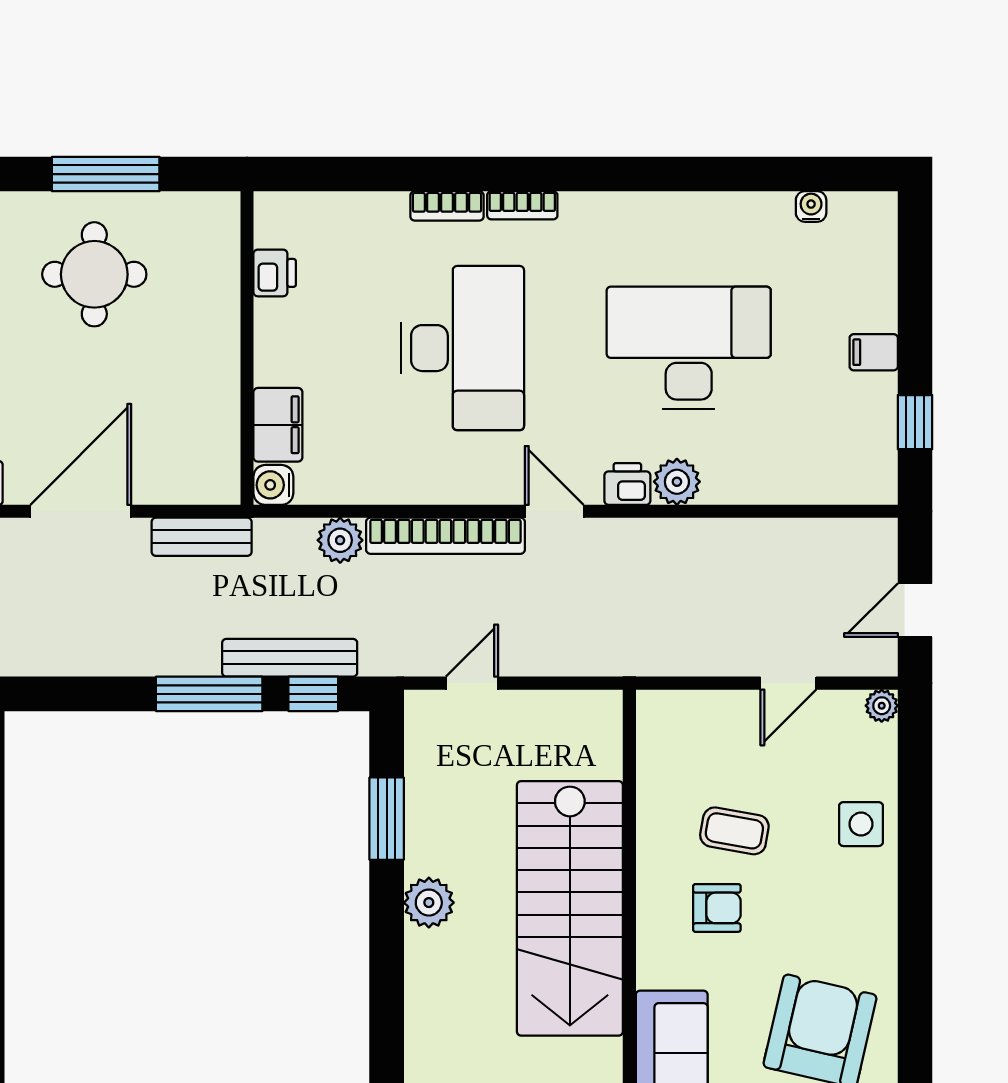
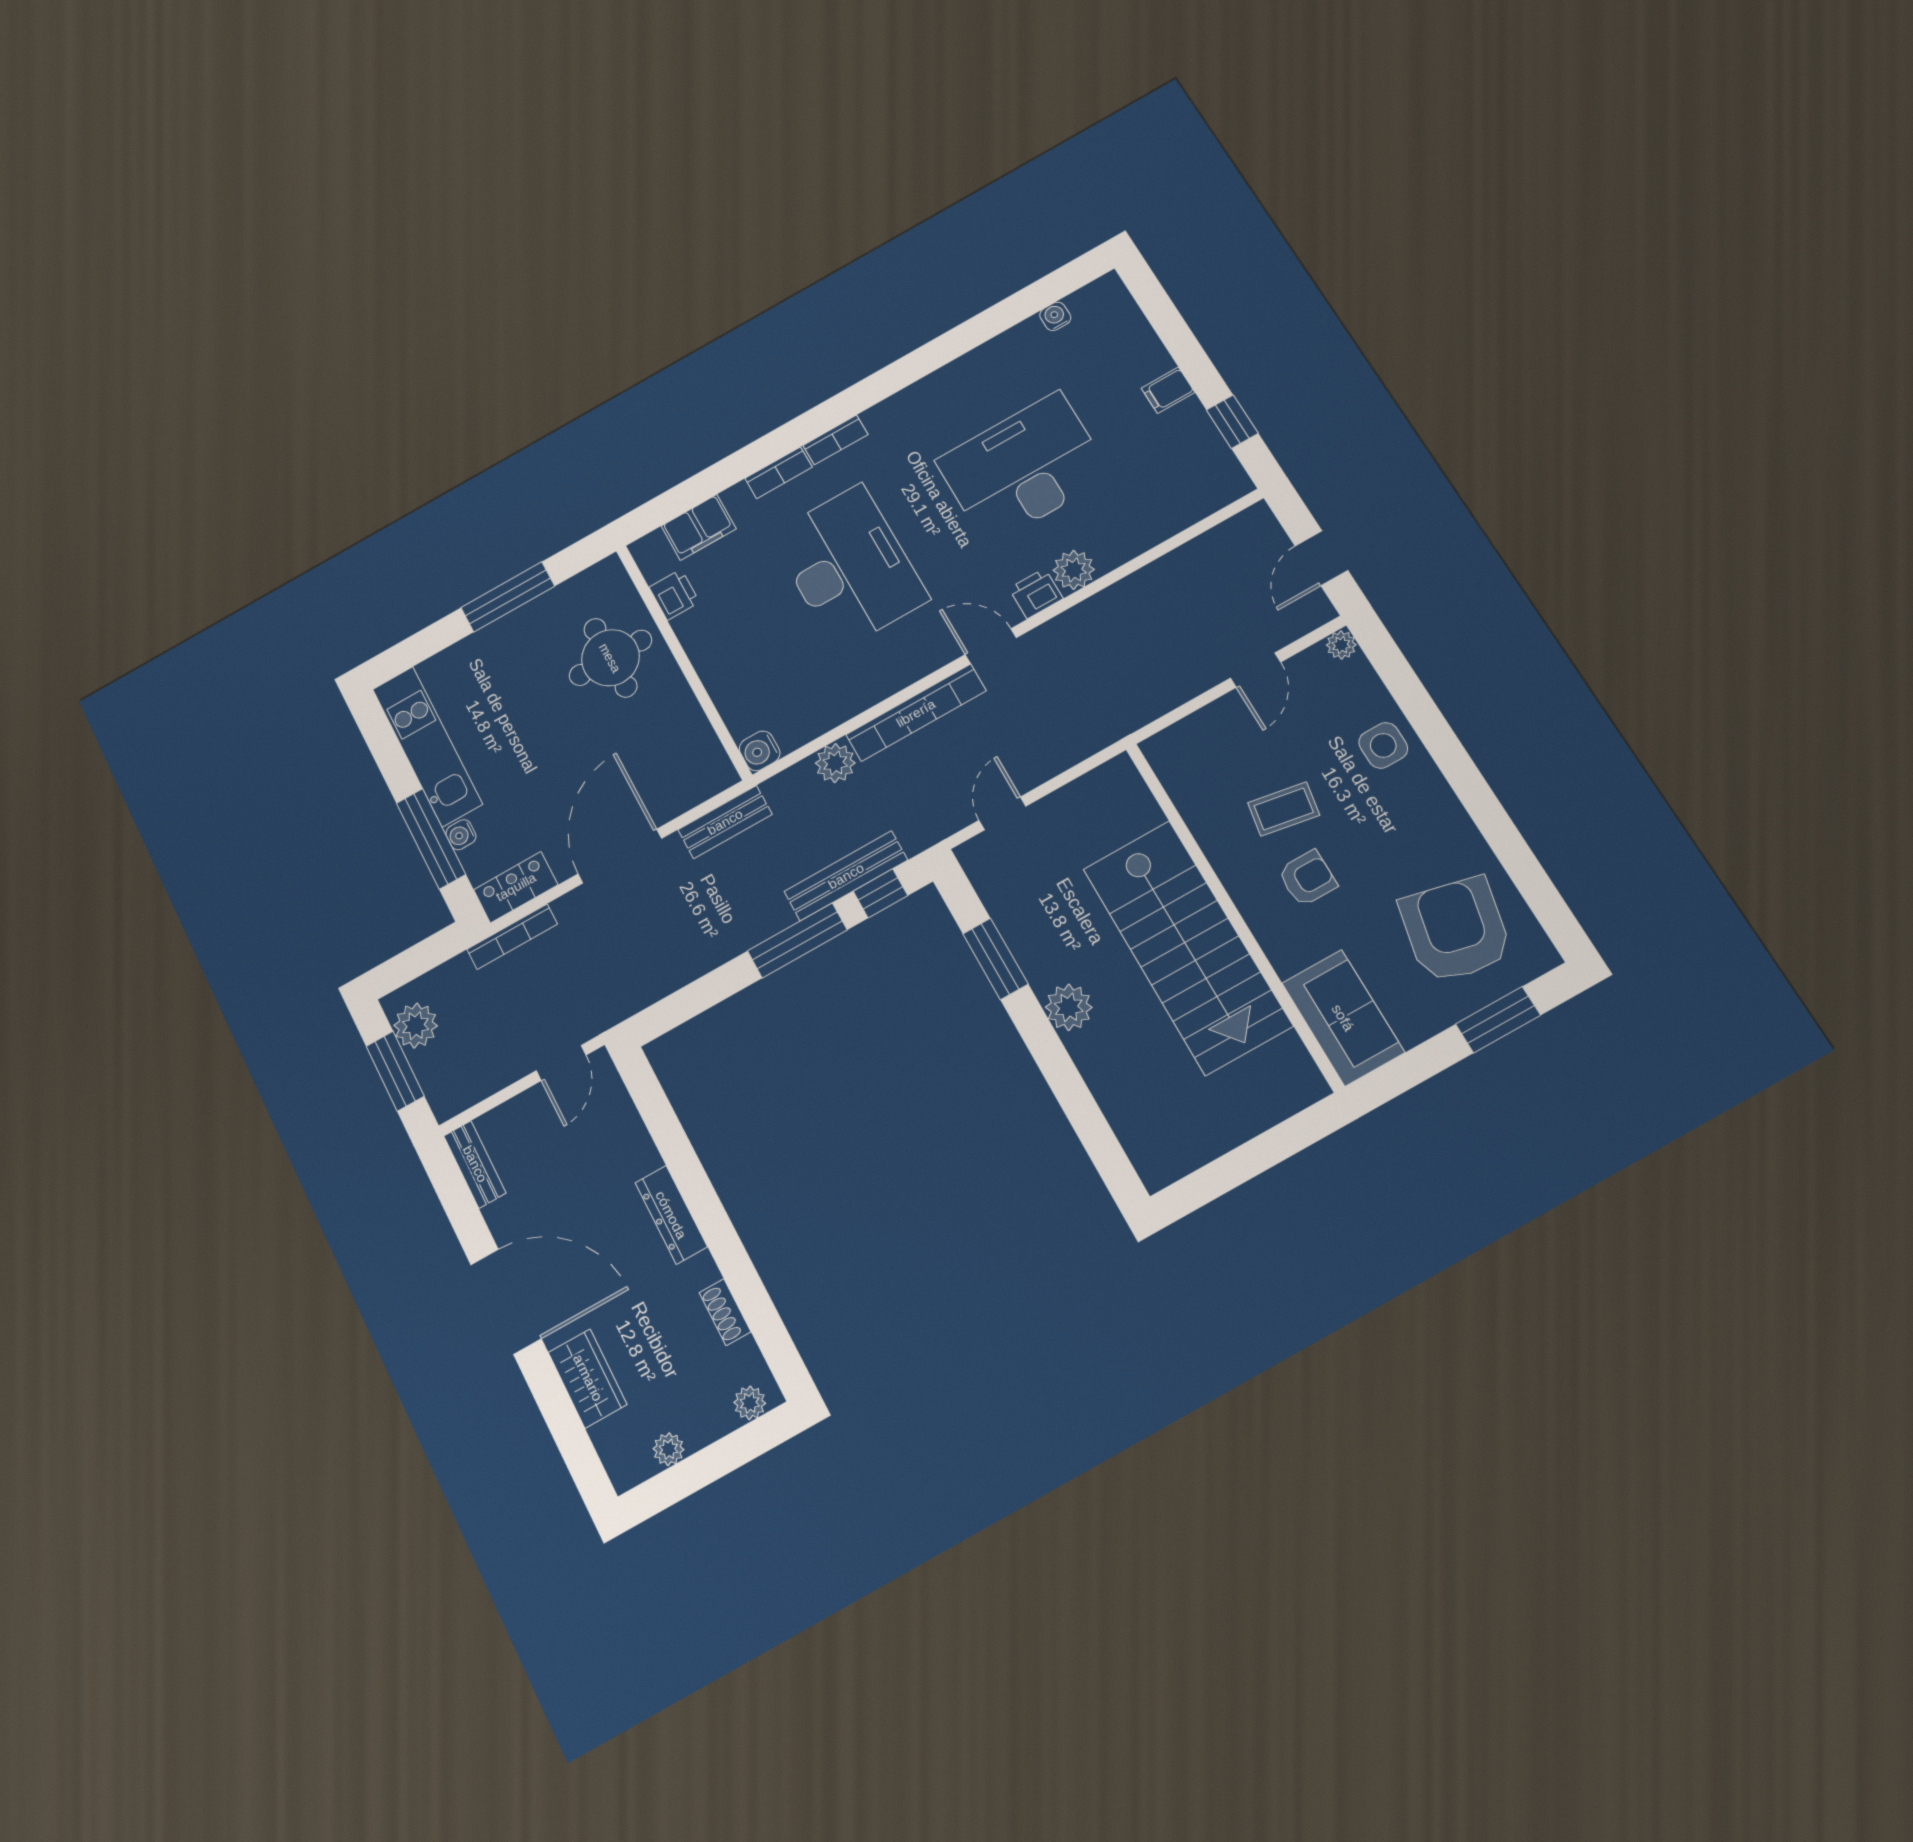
round table: (94, 274) -> (610, 658), moved
filing cabinet: (278, 425) -> (699, 527), moved, turned 90

